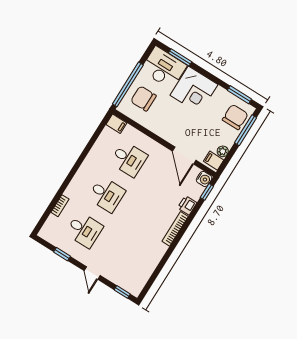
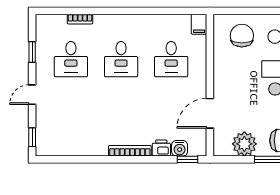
window: (128, 84) -> (246, 11), removed
plant: (223, 151) -> (244, 144), width x1.87, depth x1.87
filing cabinet: (214, 161) -> (223, 146), removed
water cooler: (204, 179) -> (180, 148), moved

